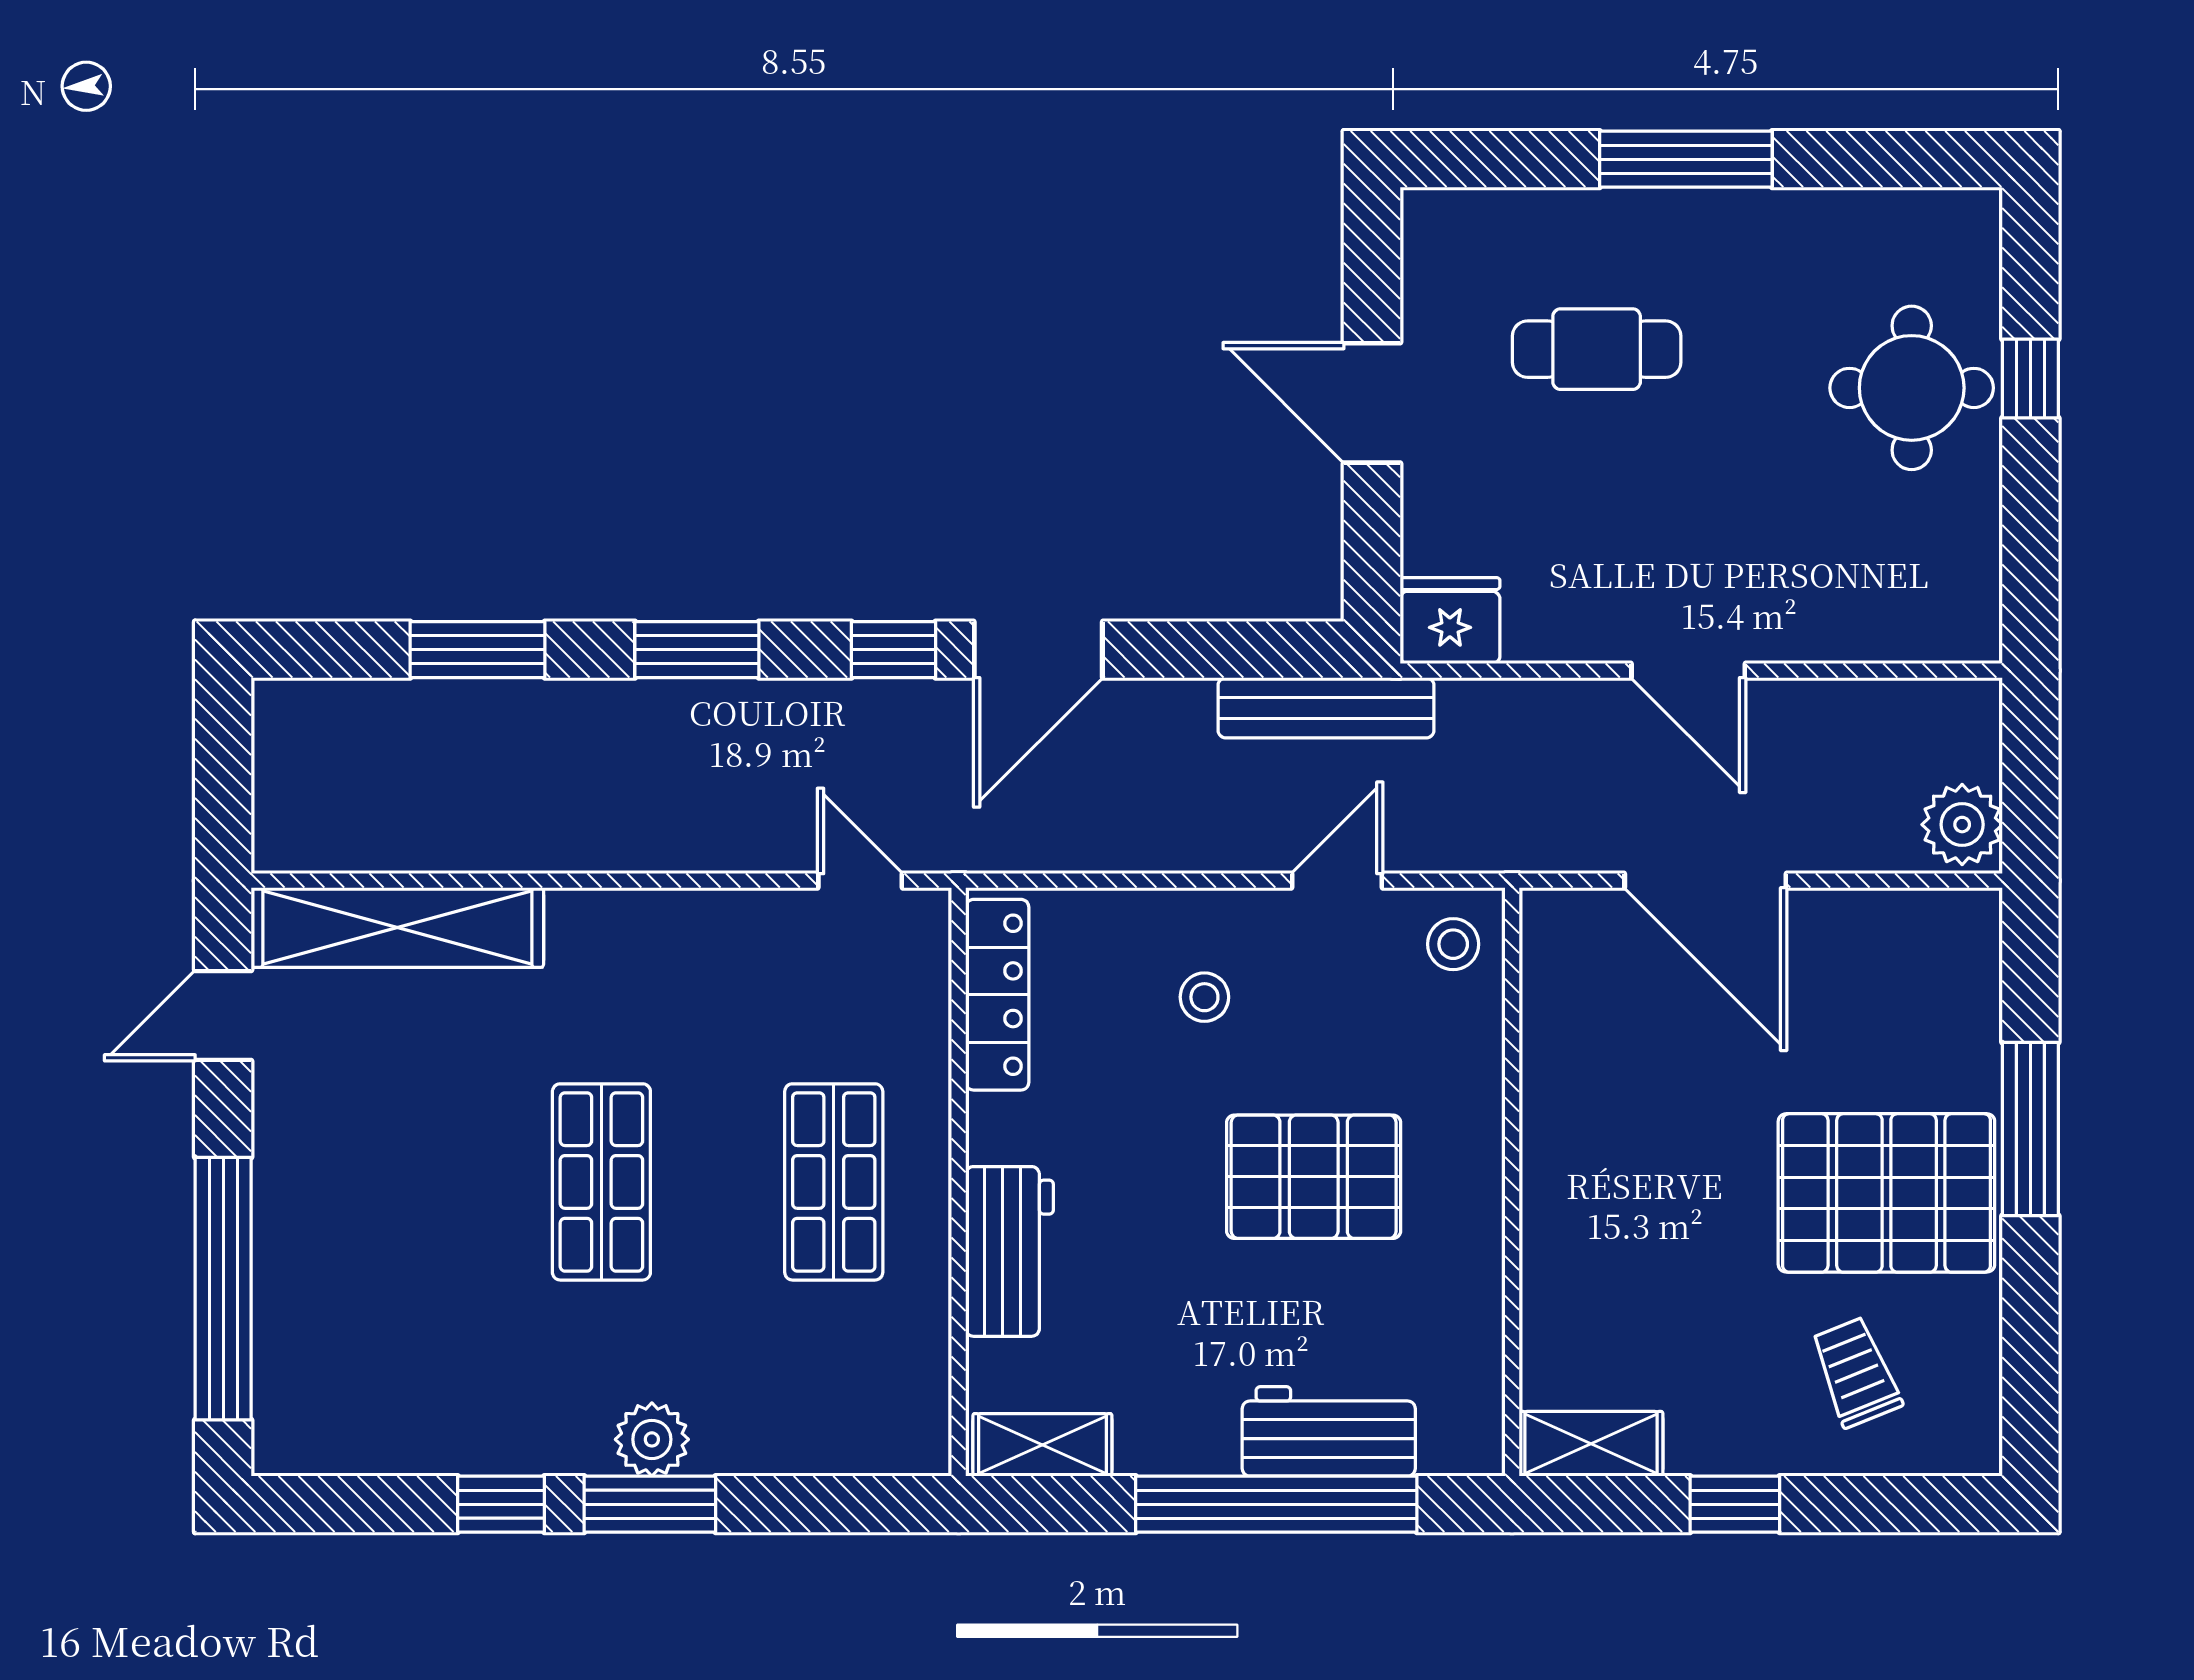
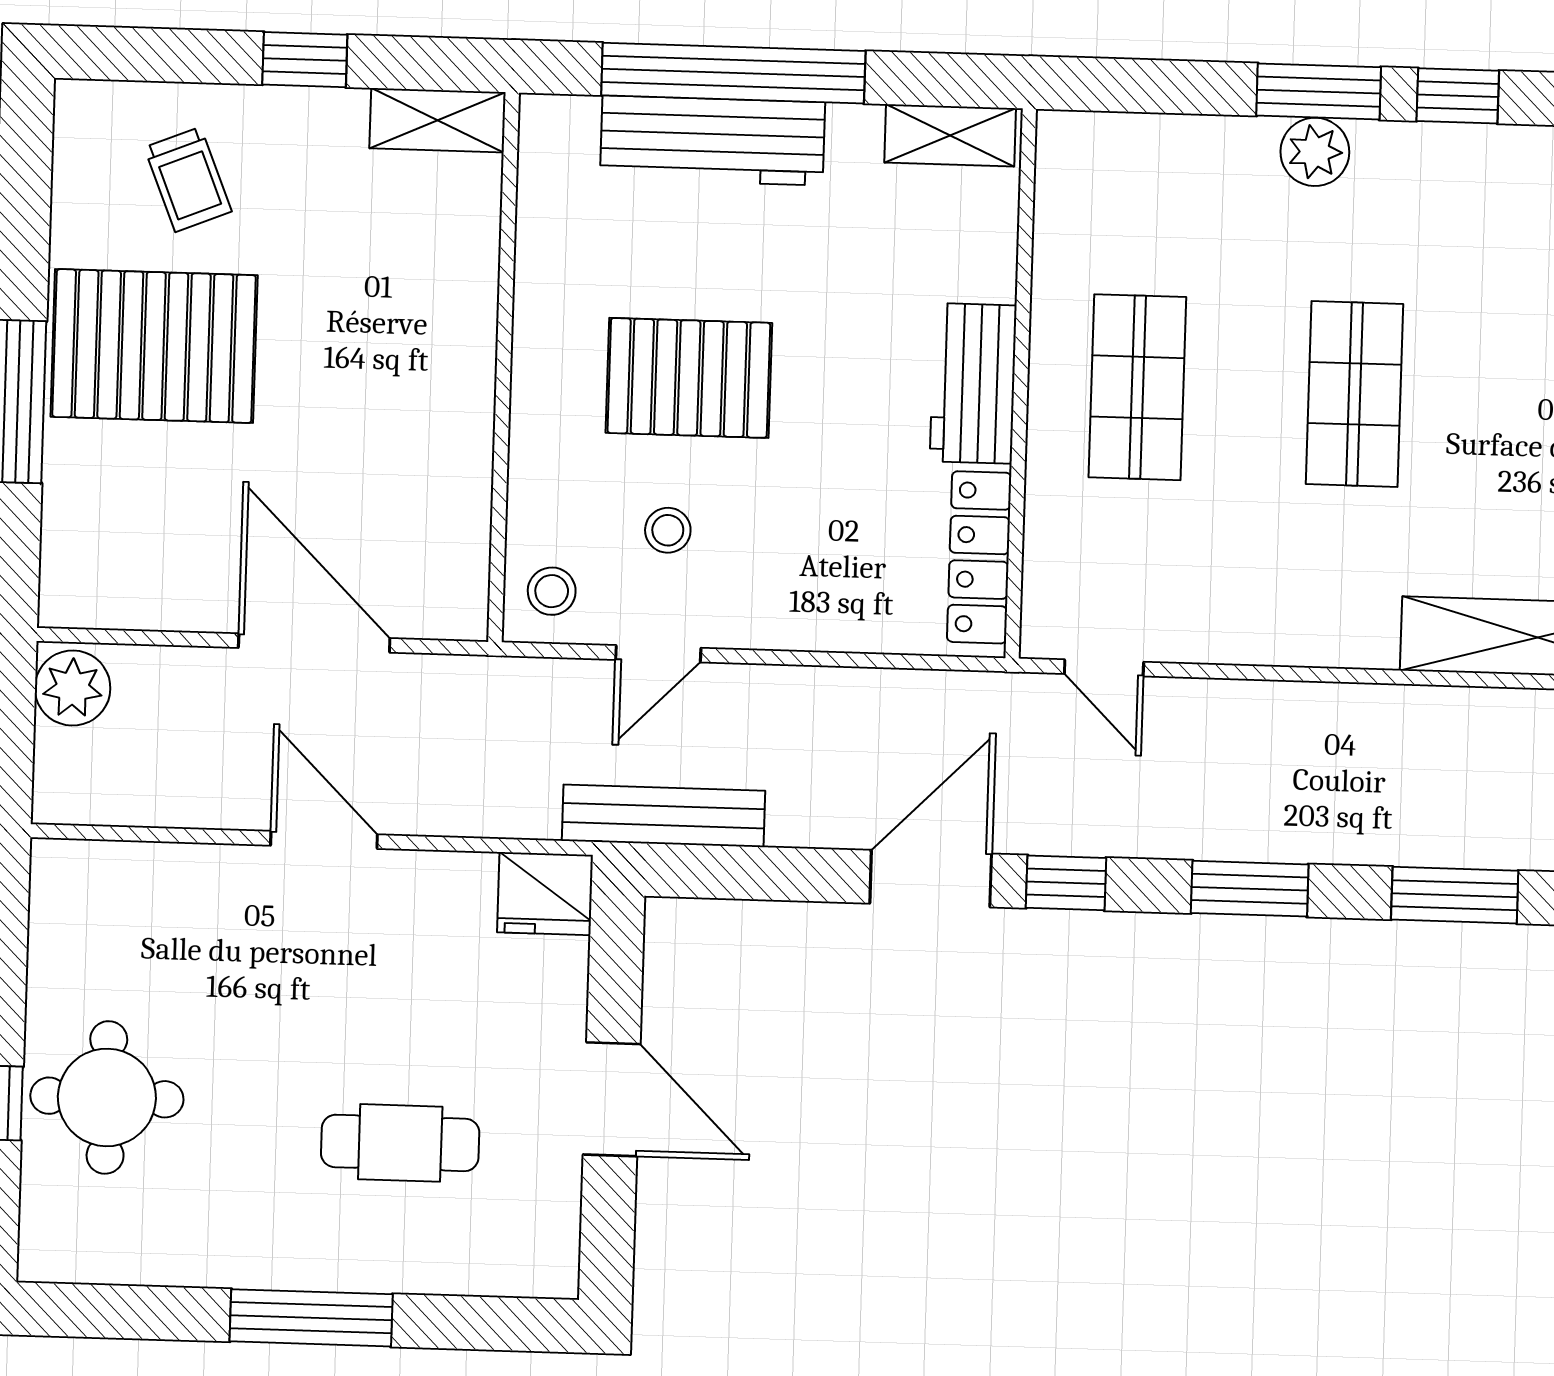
stool: (1204, 997) -> (668, 530), moved
workbench: (1010, 1251) -> (973, 383), moved
workbench: (1329, 1431) -> (713, 140), width x1.38

